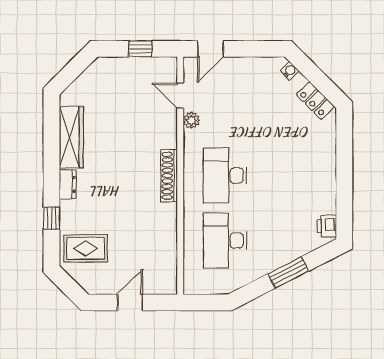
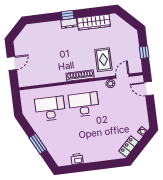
window: (51, 218) -> (68, 15), moved
printer: (327, 226) -> (77, 159), moved
rug: (86, 248) -> (103, 60), moved
door: (130, 302) -> (12, 63), hinge flipped

